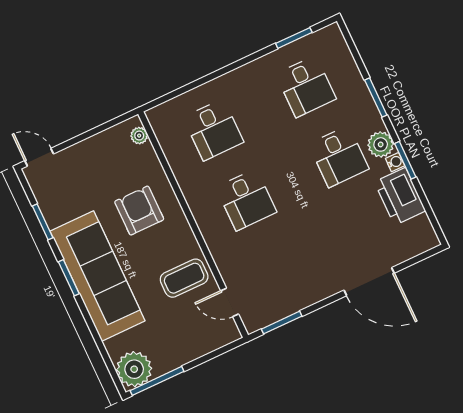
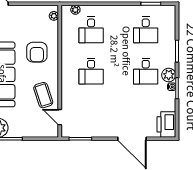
plant: (171, 108) -> (75, 10), added
printer: (400, 196) -> (166, 124), moved
armchair: (139, 211) -> (37, 52), turned 180
coffee table: (184, 278) -> (43, 95), turned 72

